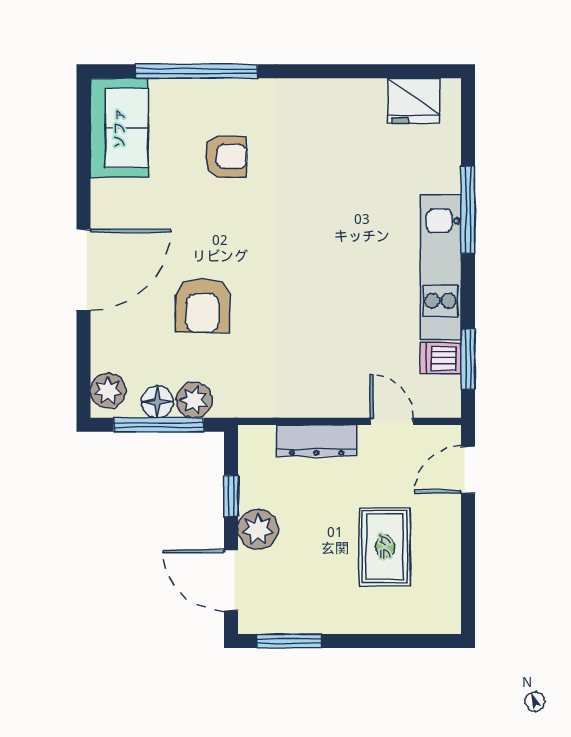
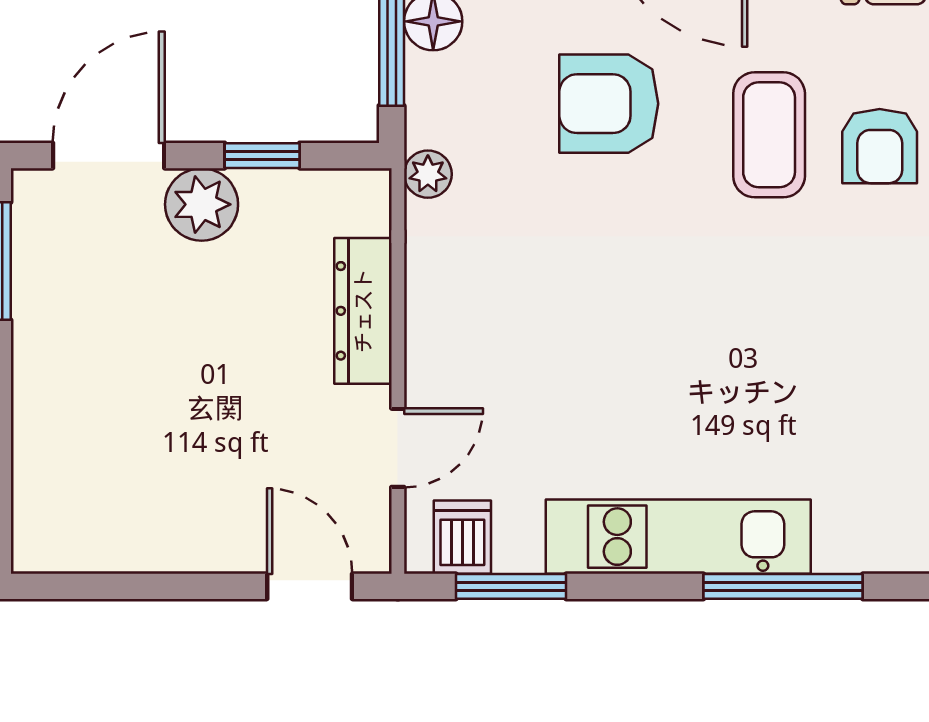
coffee table: (220, 217) -> (769, 135), added
dishwasher: (441, 358) -> (462, 537), moved
plant: (194, 400) -> (428, 174), moved, width x0.73, depth x0.73
rug: (385, 547) -> (170, 435), removed

